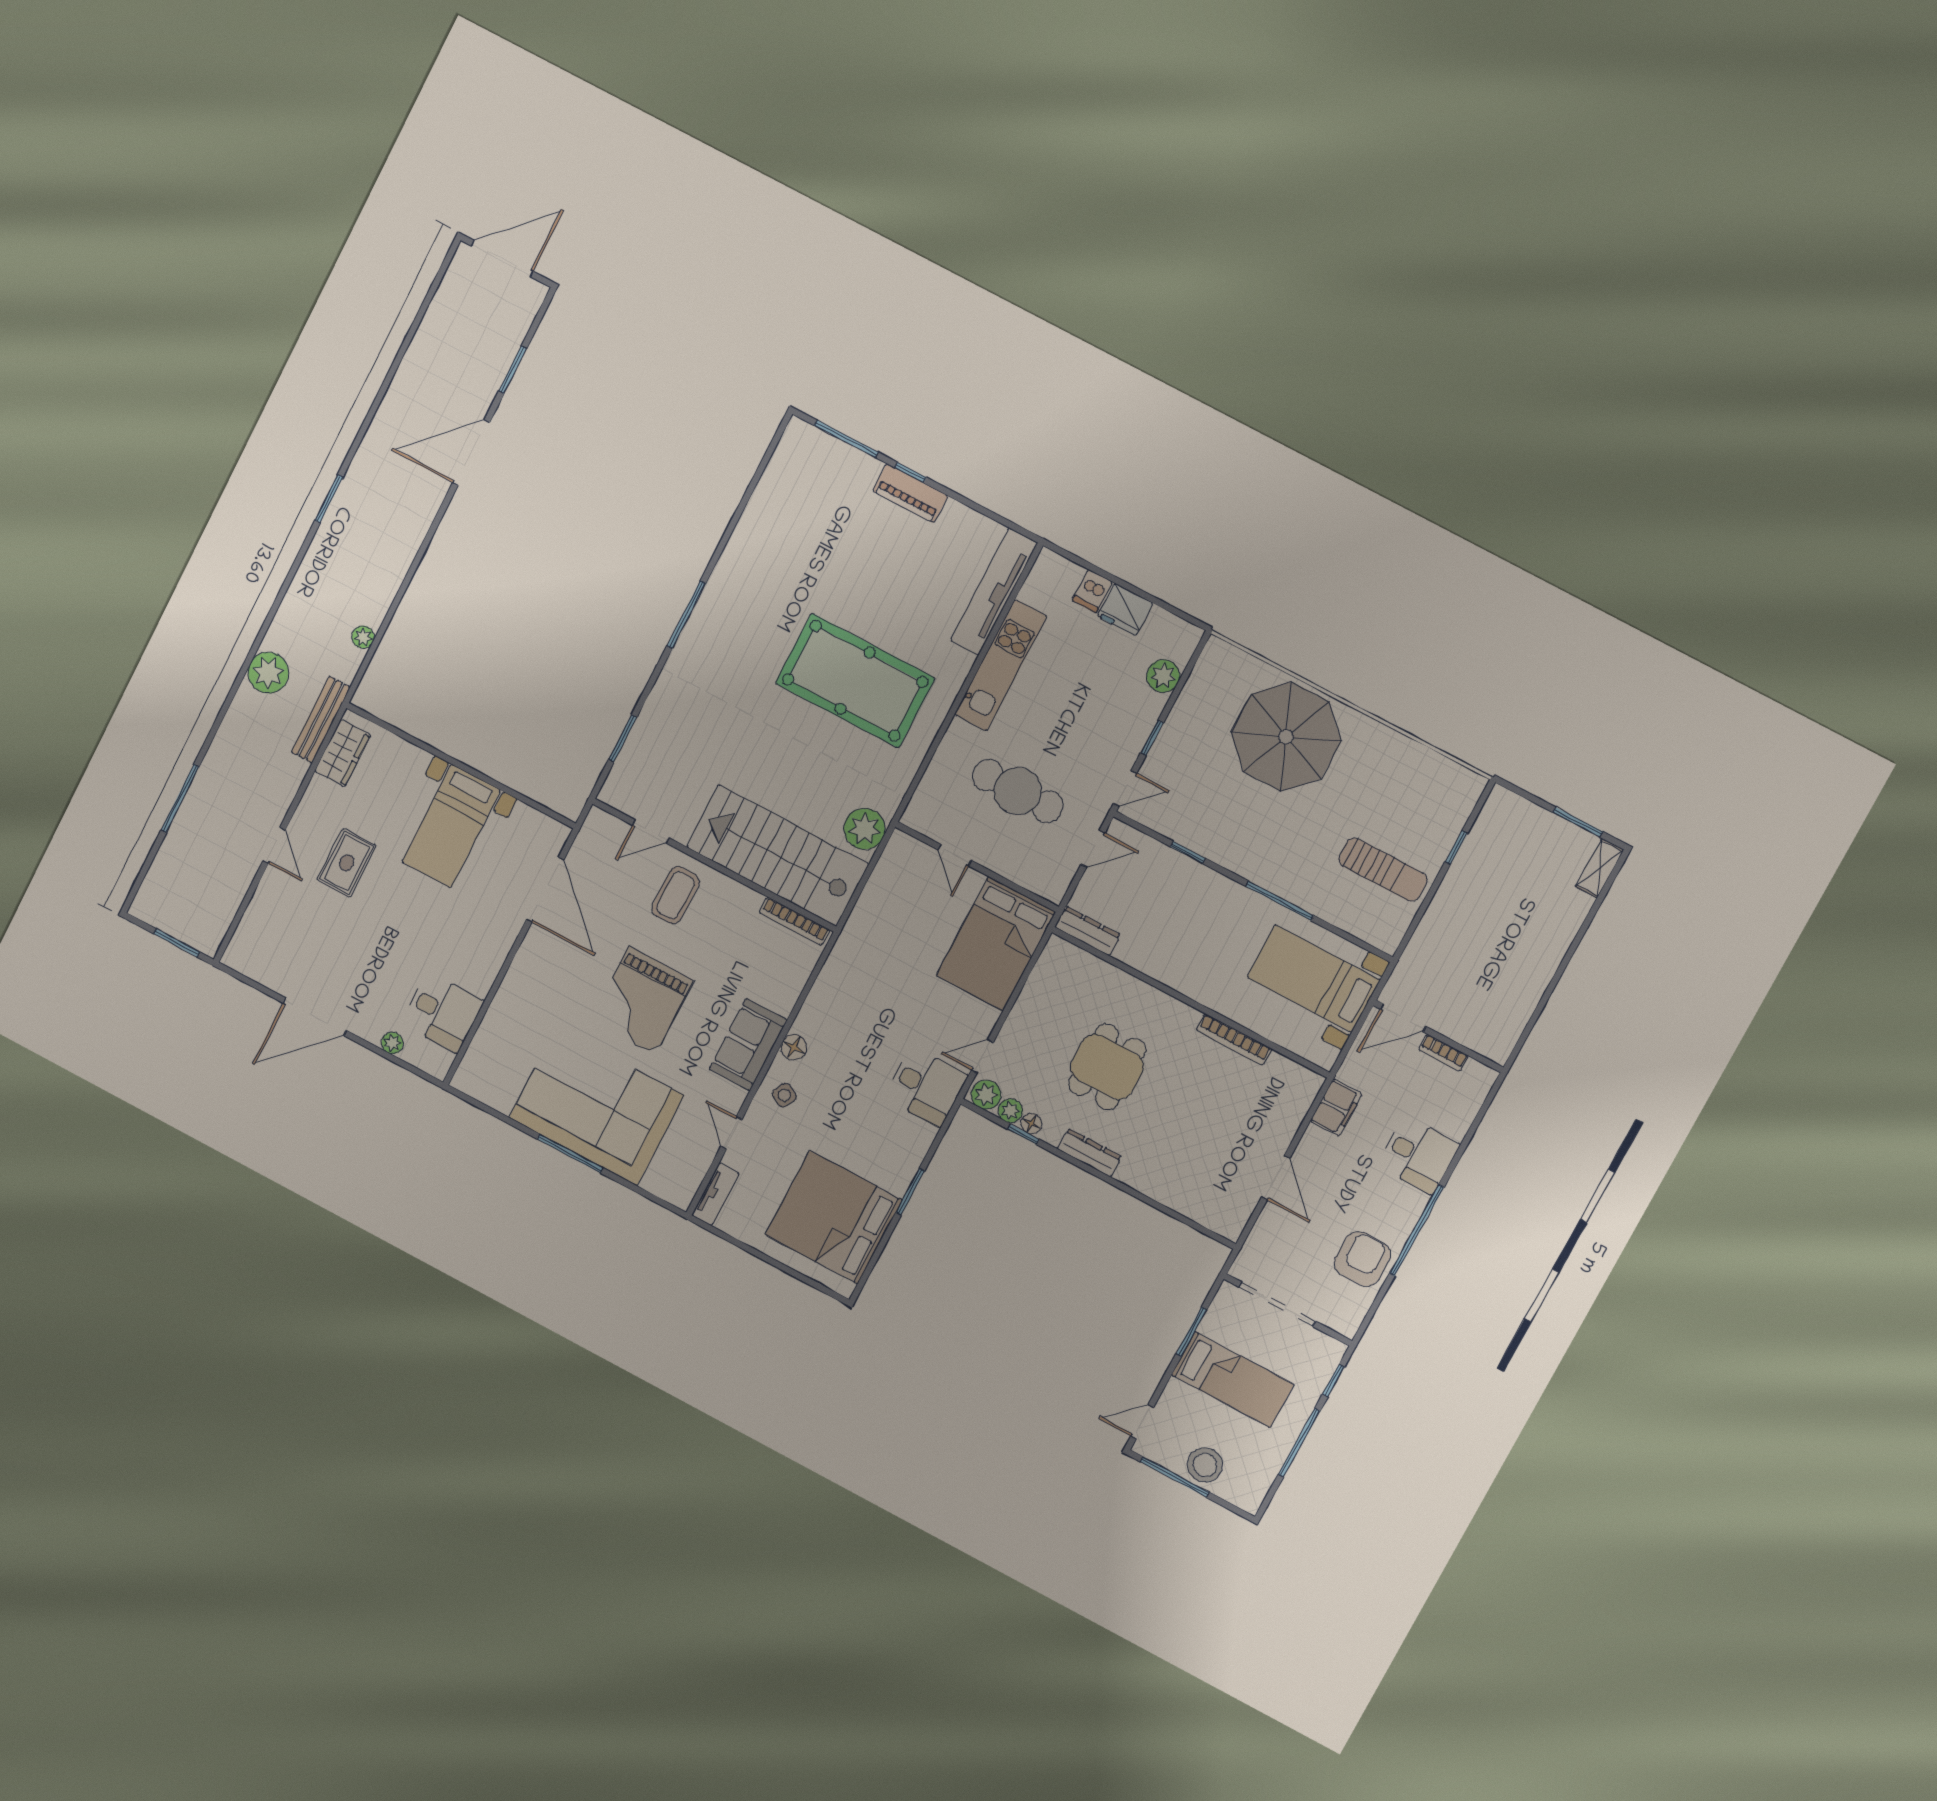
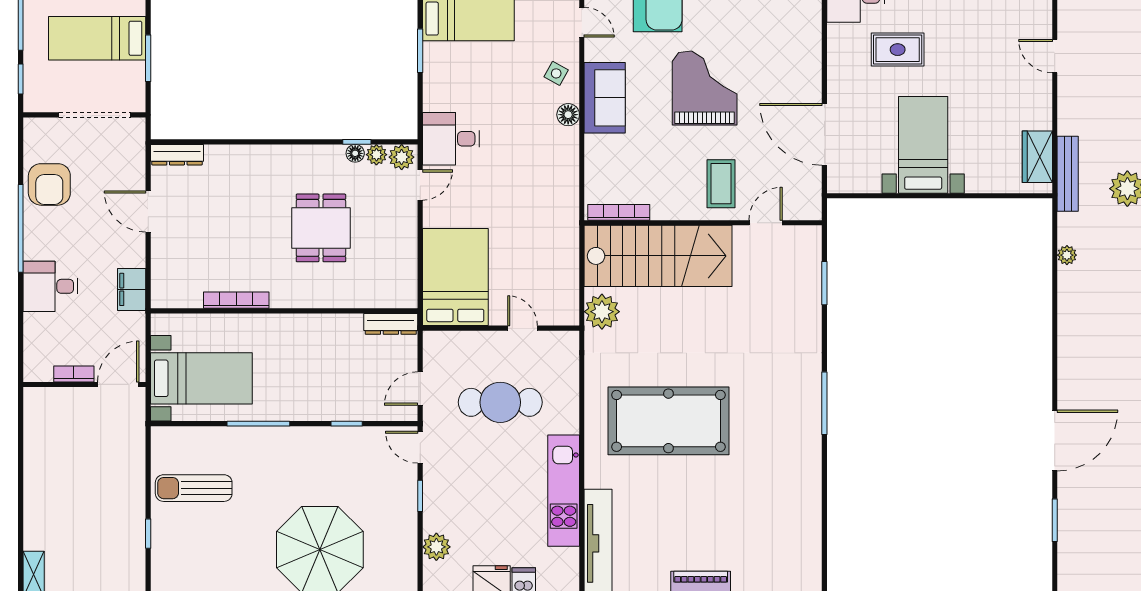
door: (1125, 788) -> (420, 447), hinge flipped
rug: (347, 863) -> (898, 50), moved, turned 90
dresser: (1089, 1153) -> (177, 155), moved

